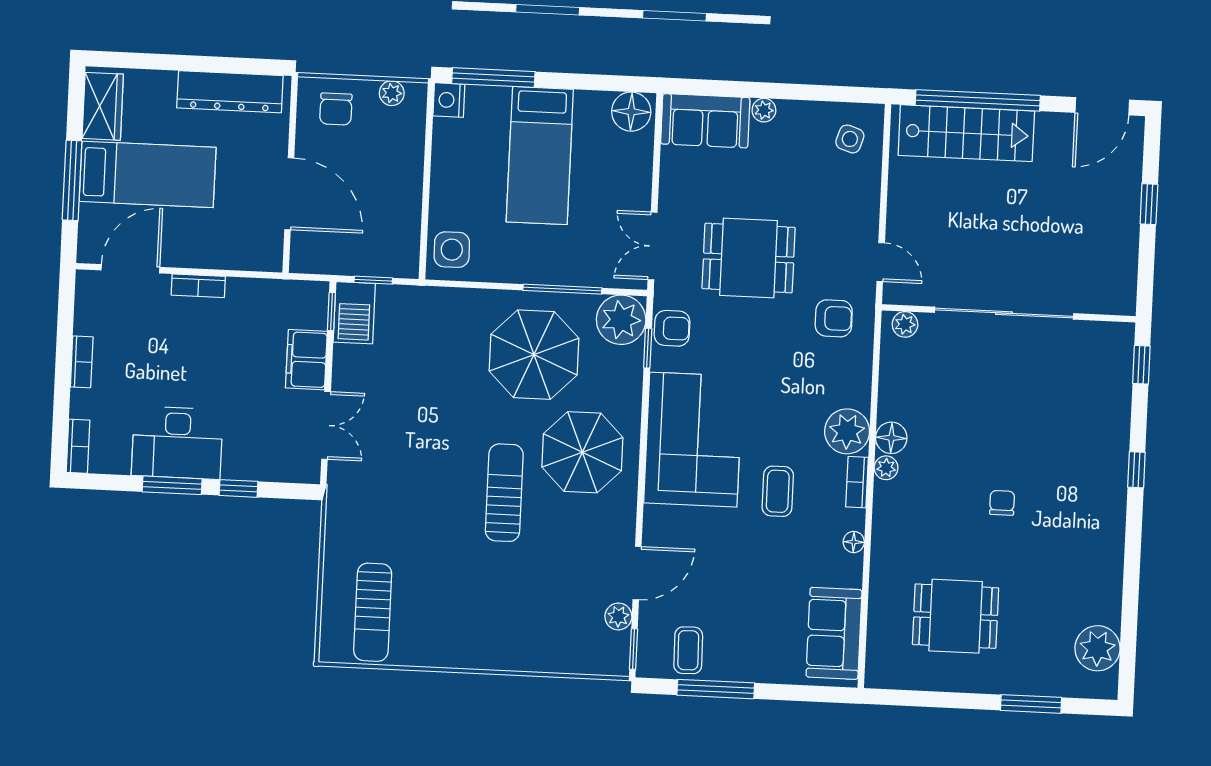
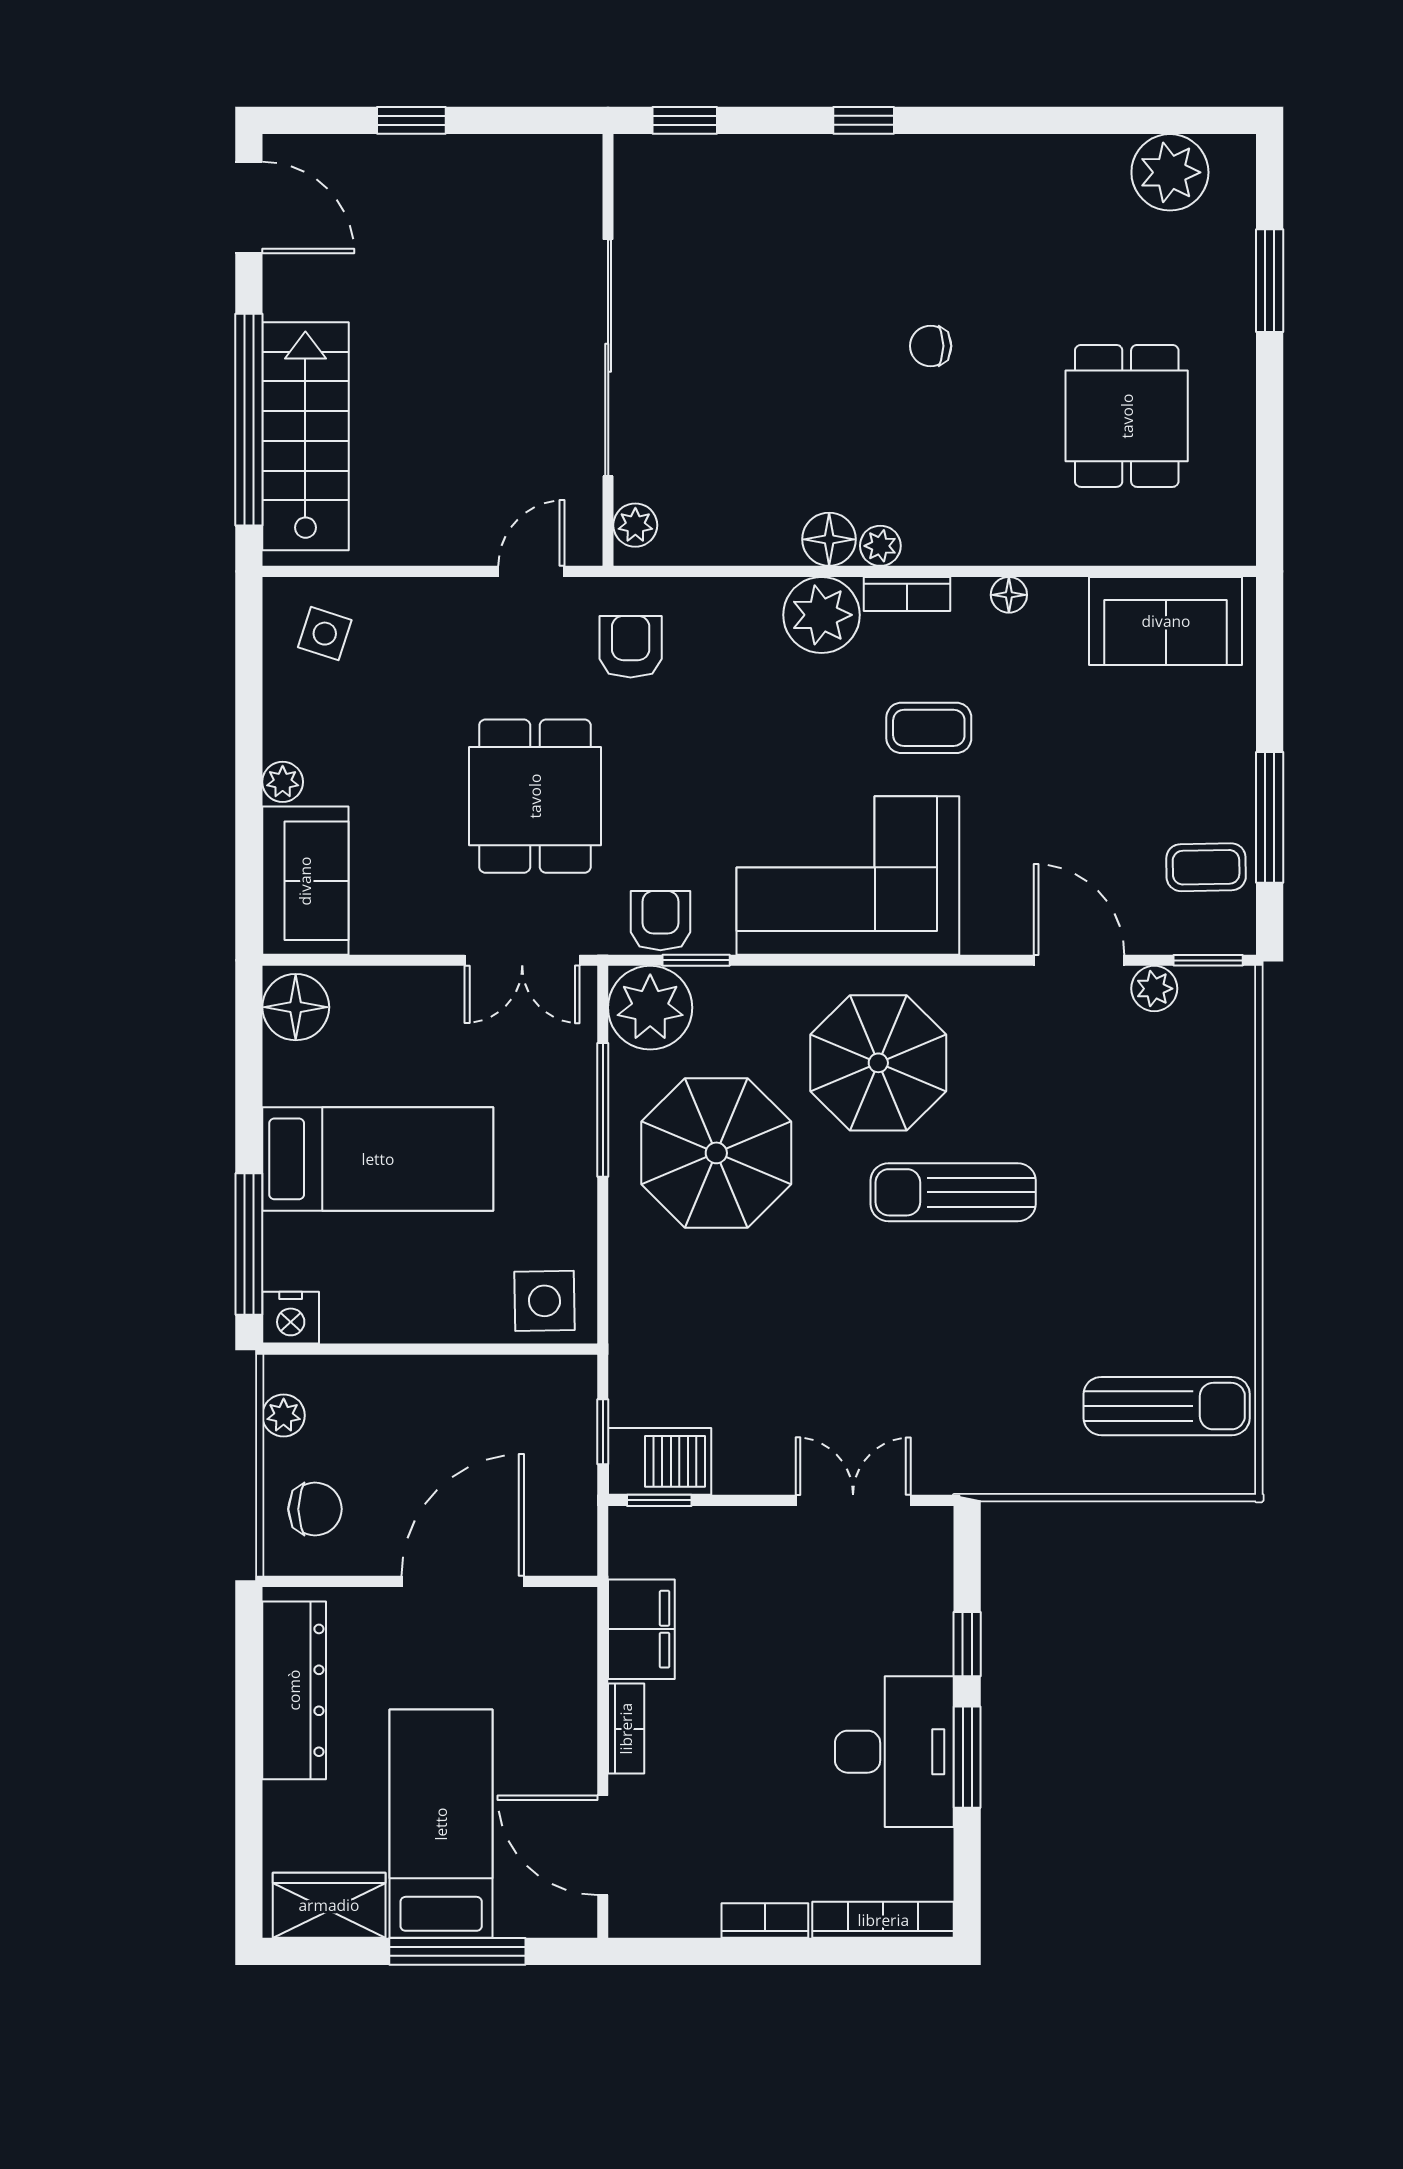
filing cabinet: (306, 360) -> (641, 1629), moved, turned -90
bookcase: (78, 446) -> (883, 1920), width x1.56

